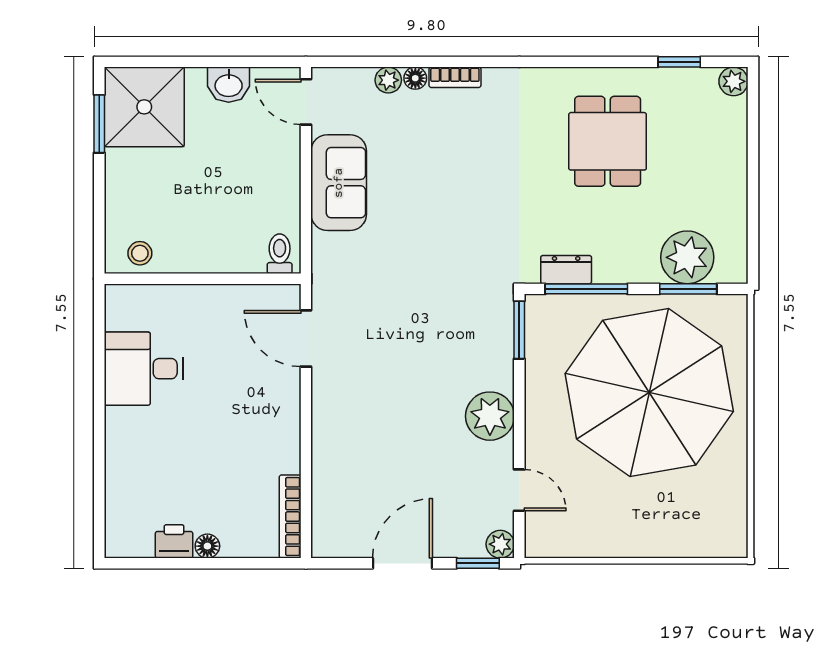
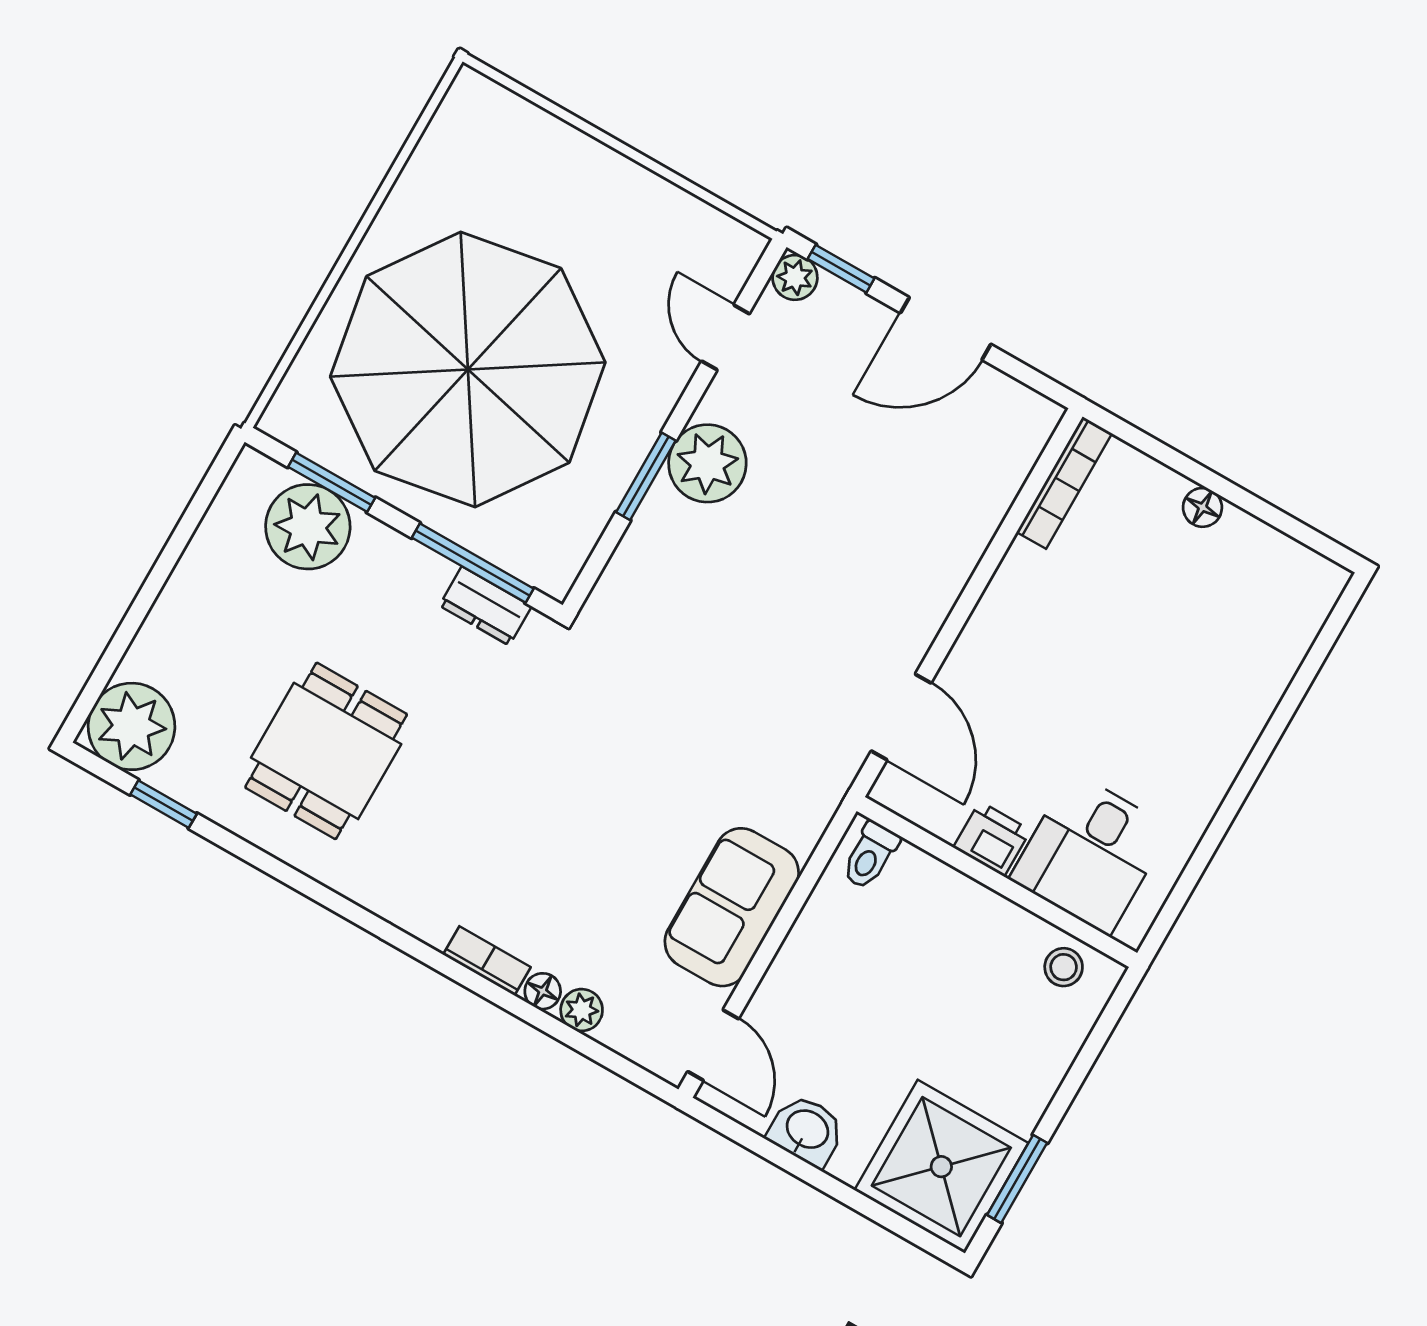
plant: (734, 81) -> (132, 726), width x1.87, depth x1.87
window: (519, 330) -> (646, 476), moved
desk: (144, 369) -> (1090, 853), moved, turned 90
printer: (174, 541) -> (992, 839), moved, turned 180

